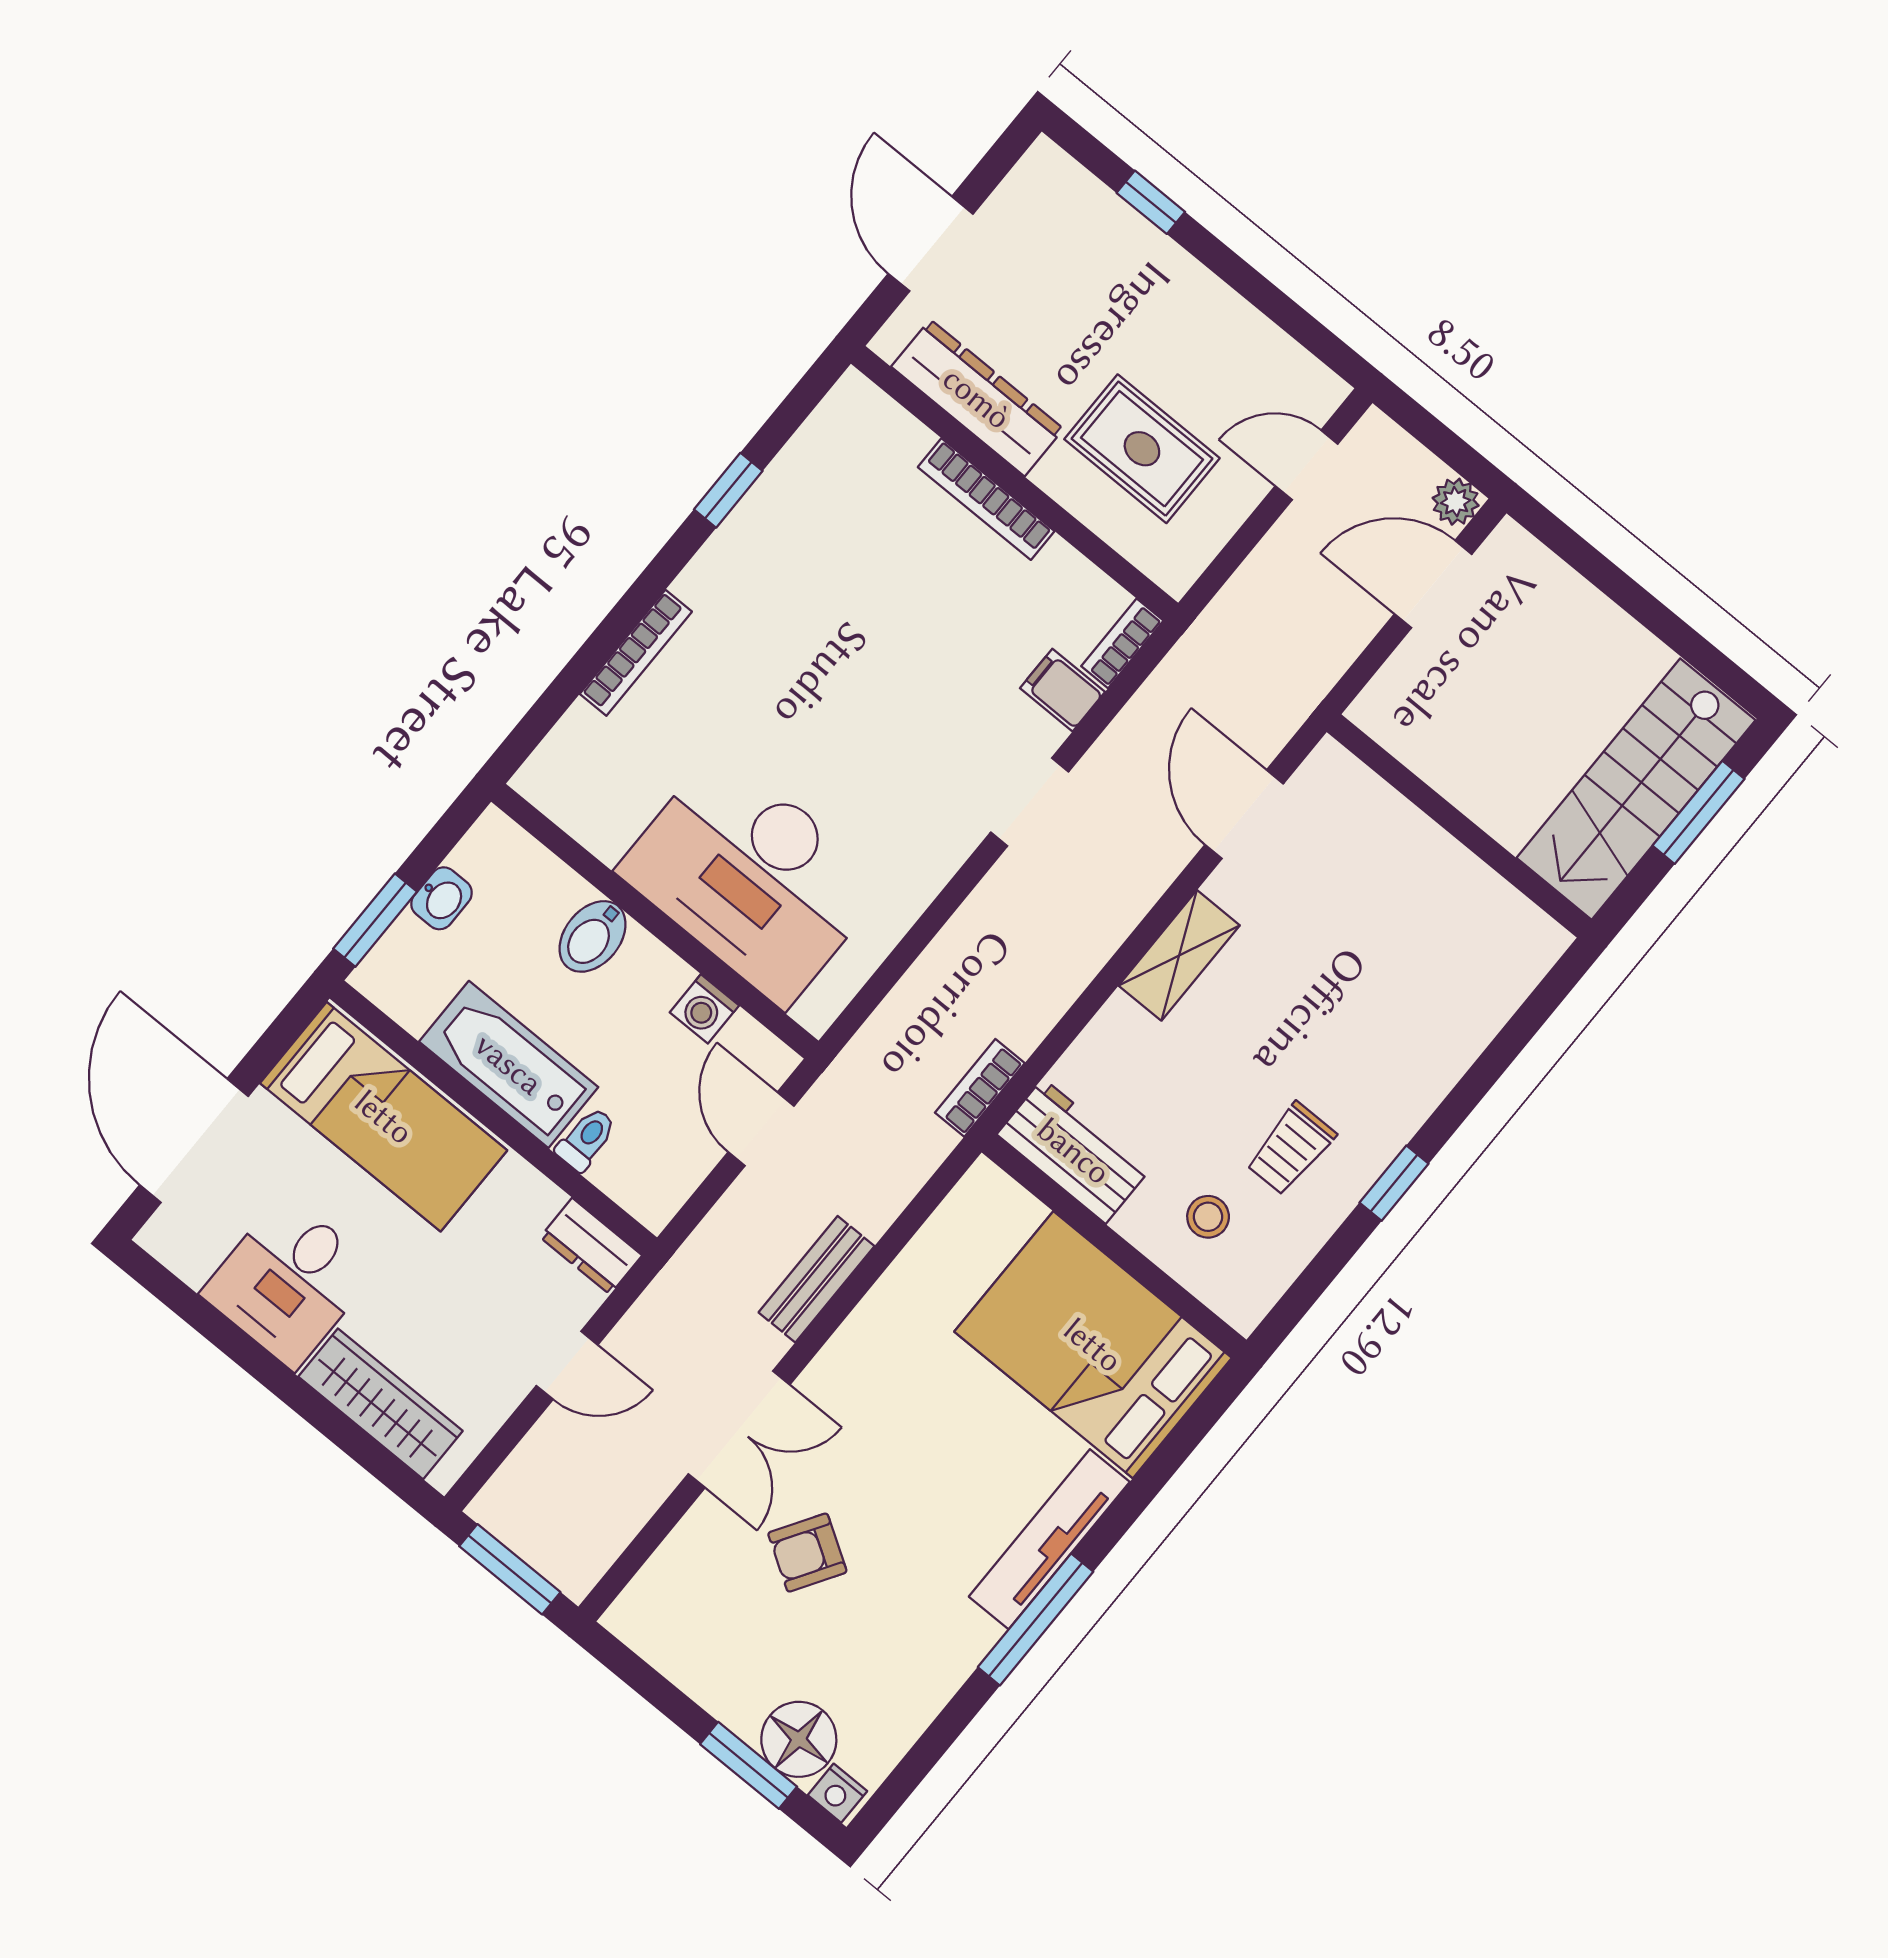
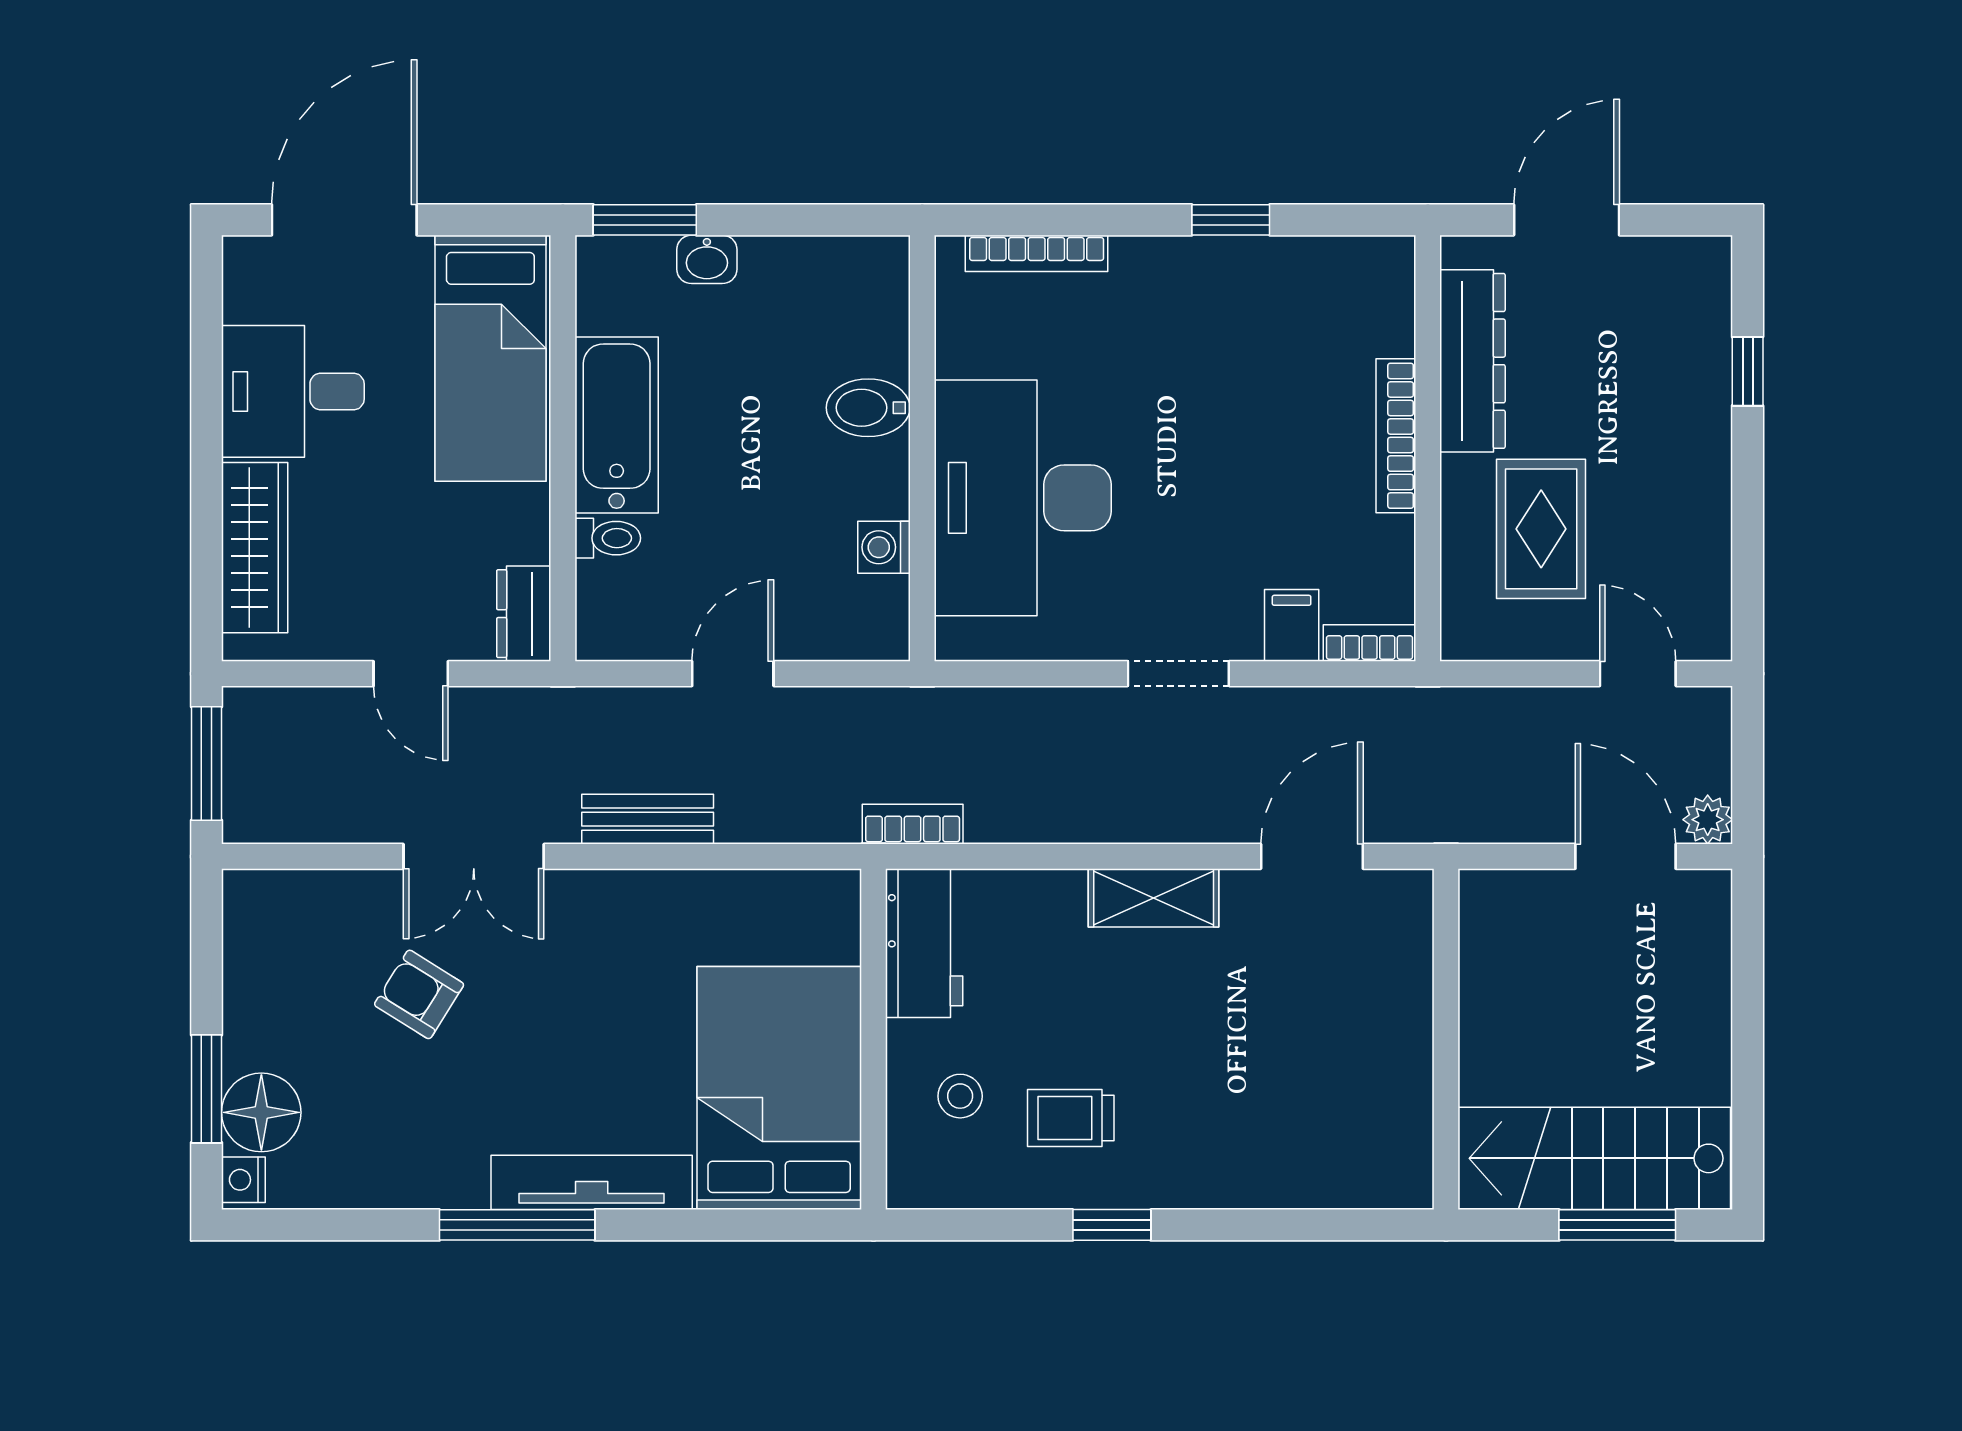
desk: (752, 877) -> (1023, 498), moved
wall: (655, 921) -> (922, 448), moved
bidet: (593, 936) -> (868, 408), moved
washing machine: (704, 1009) -> (884, 547), moved

